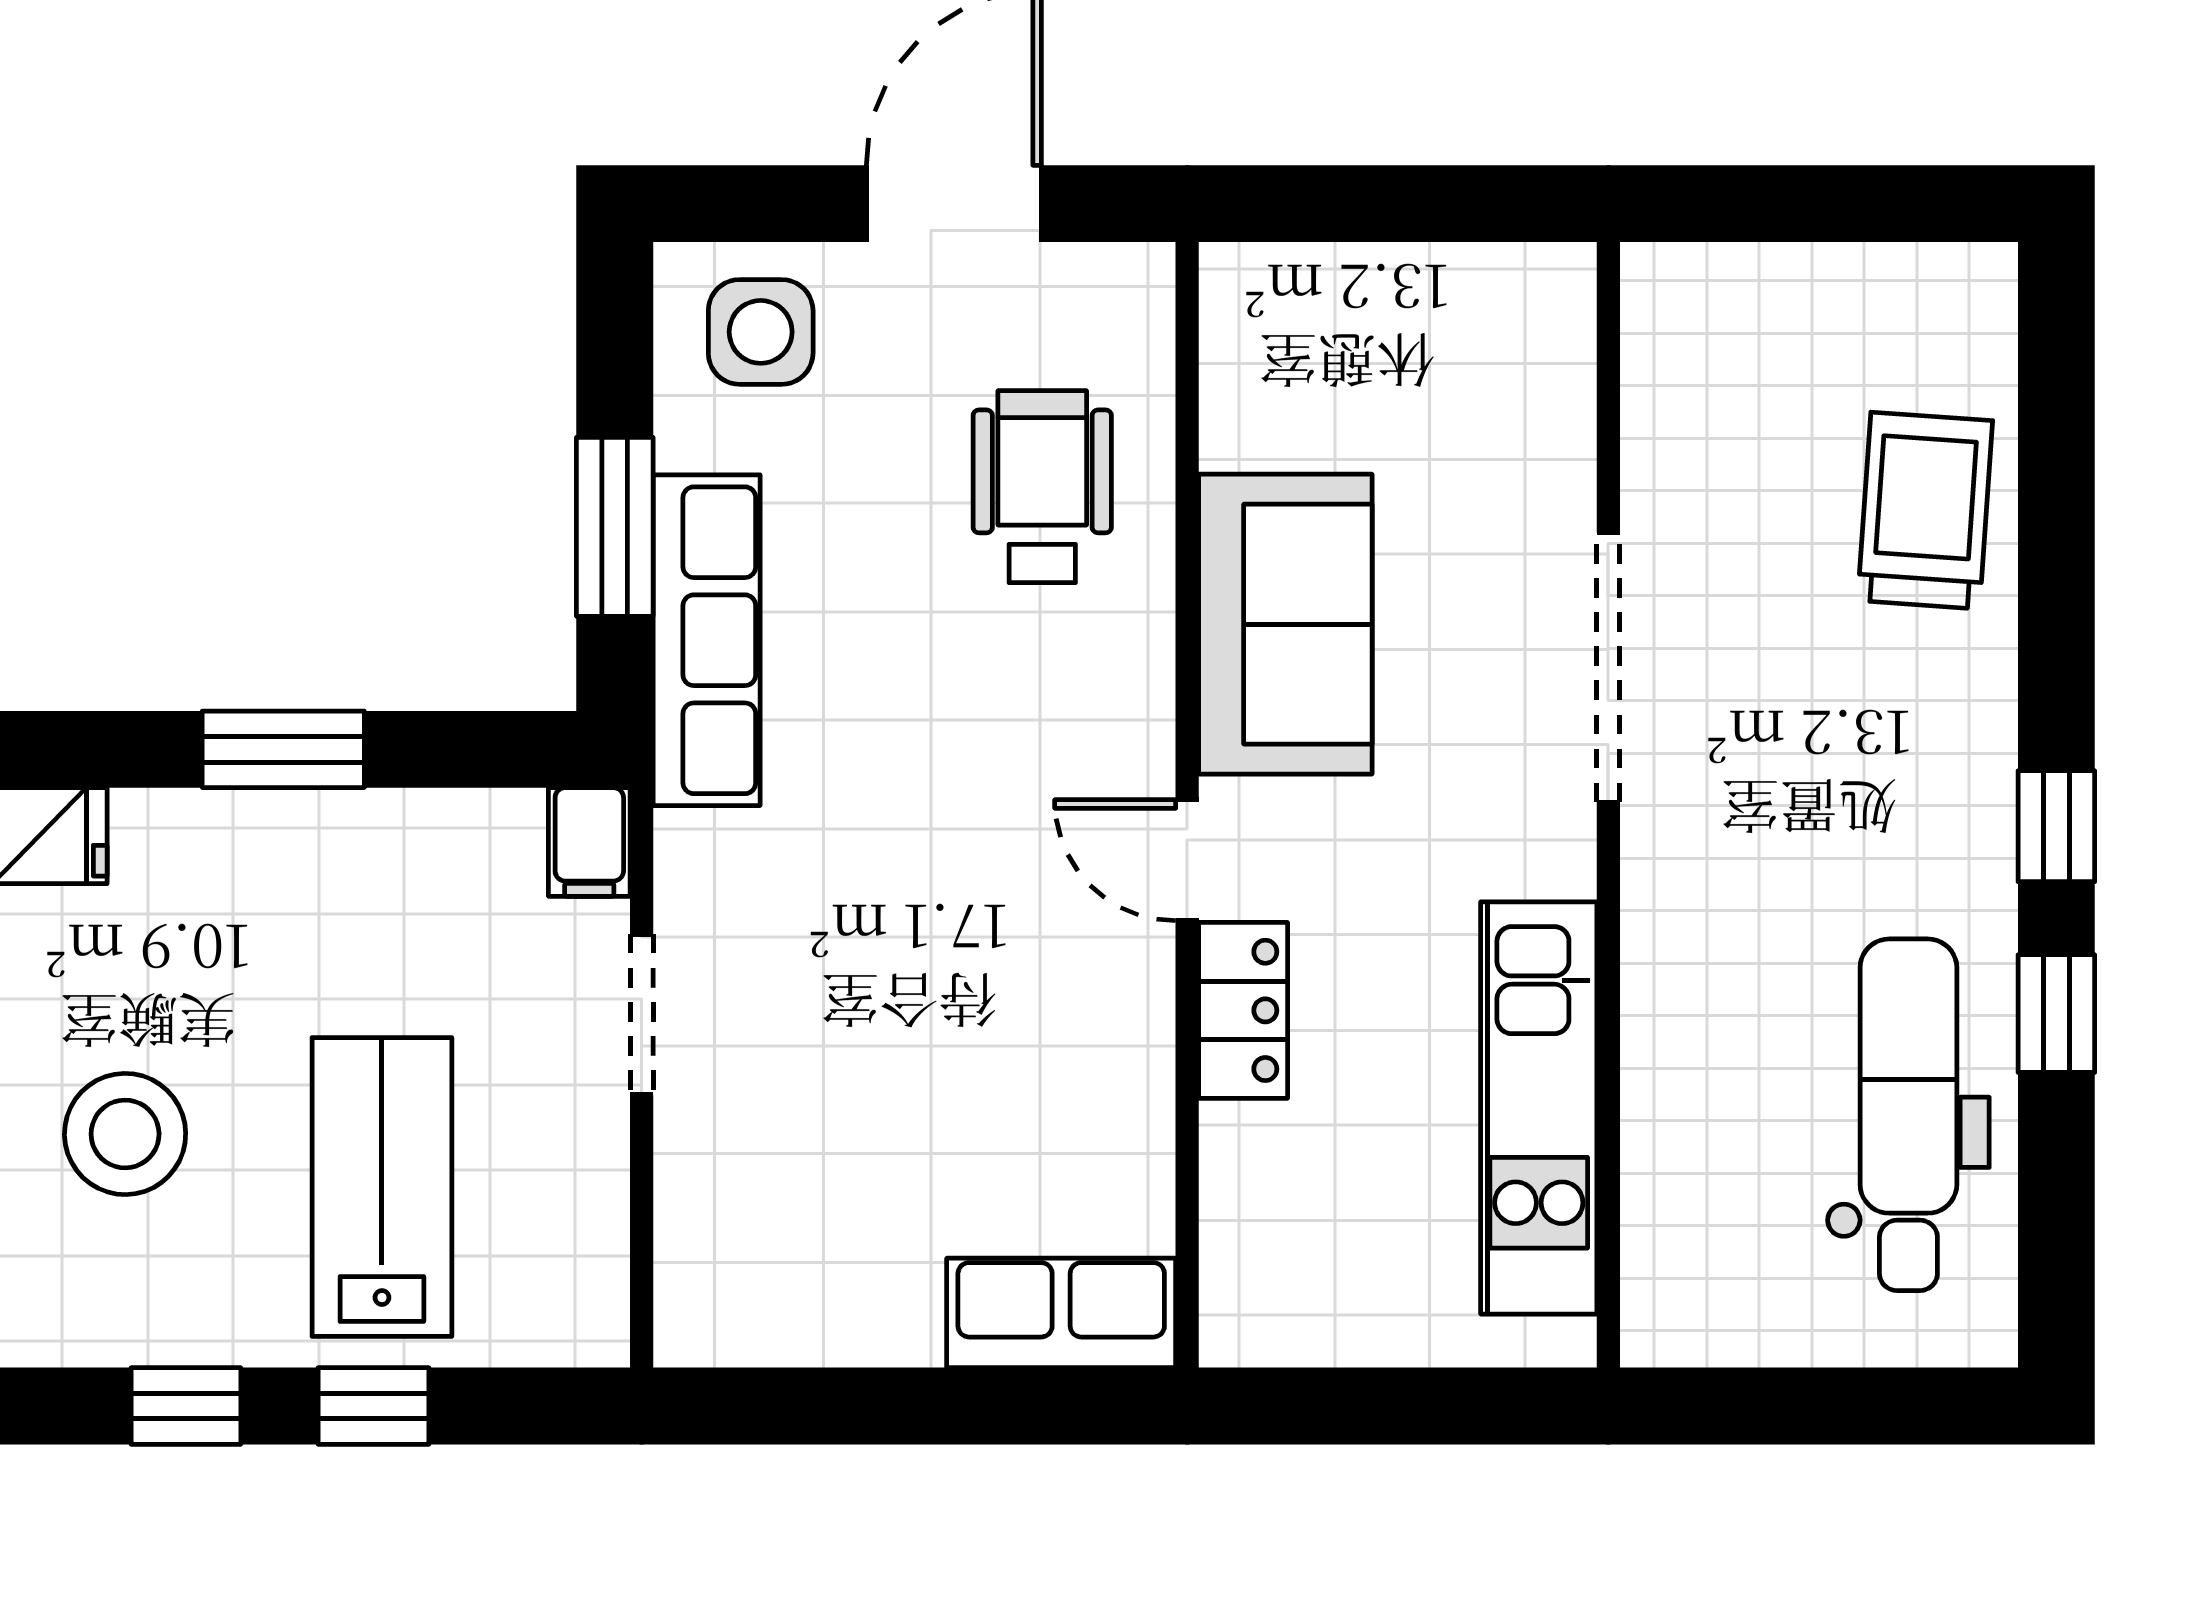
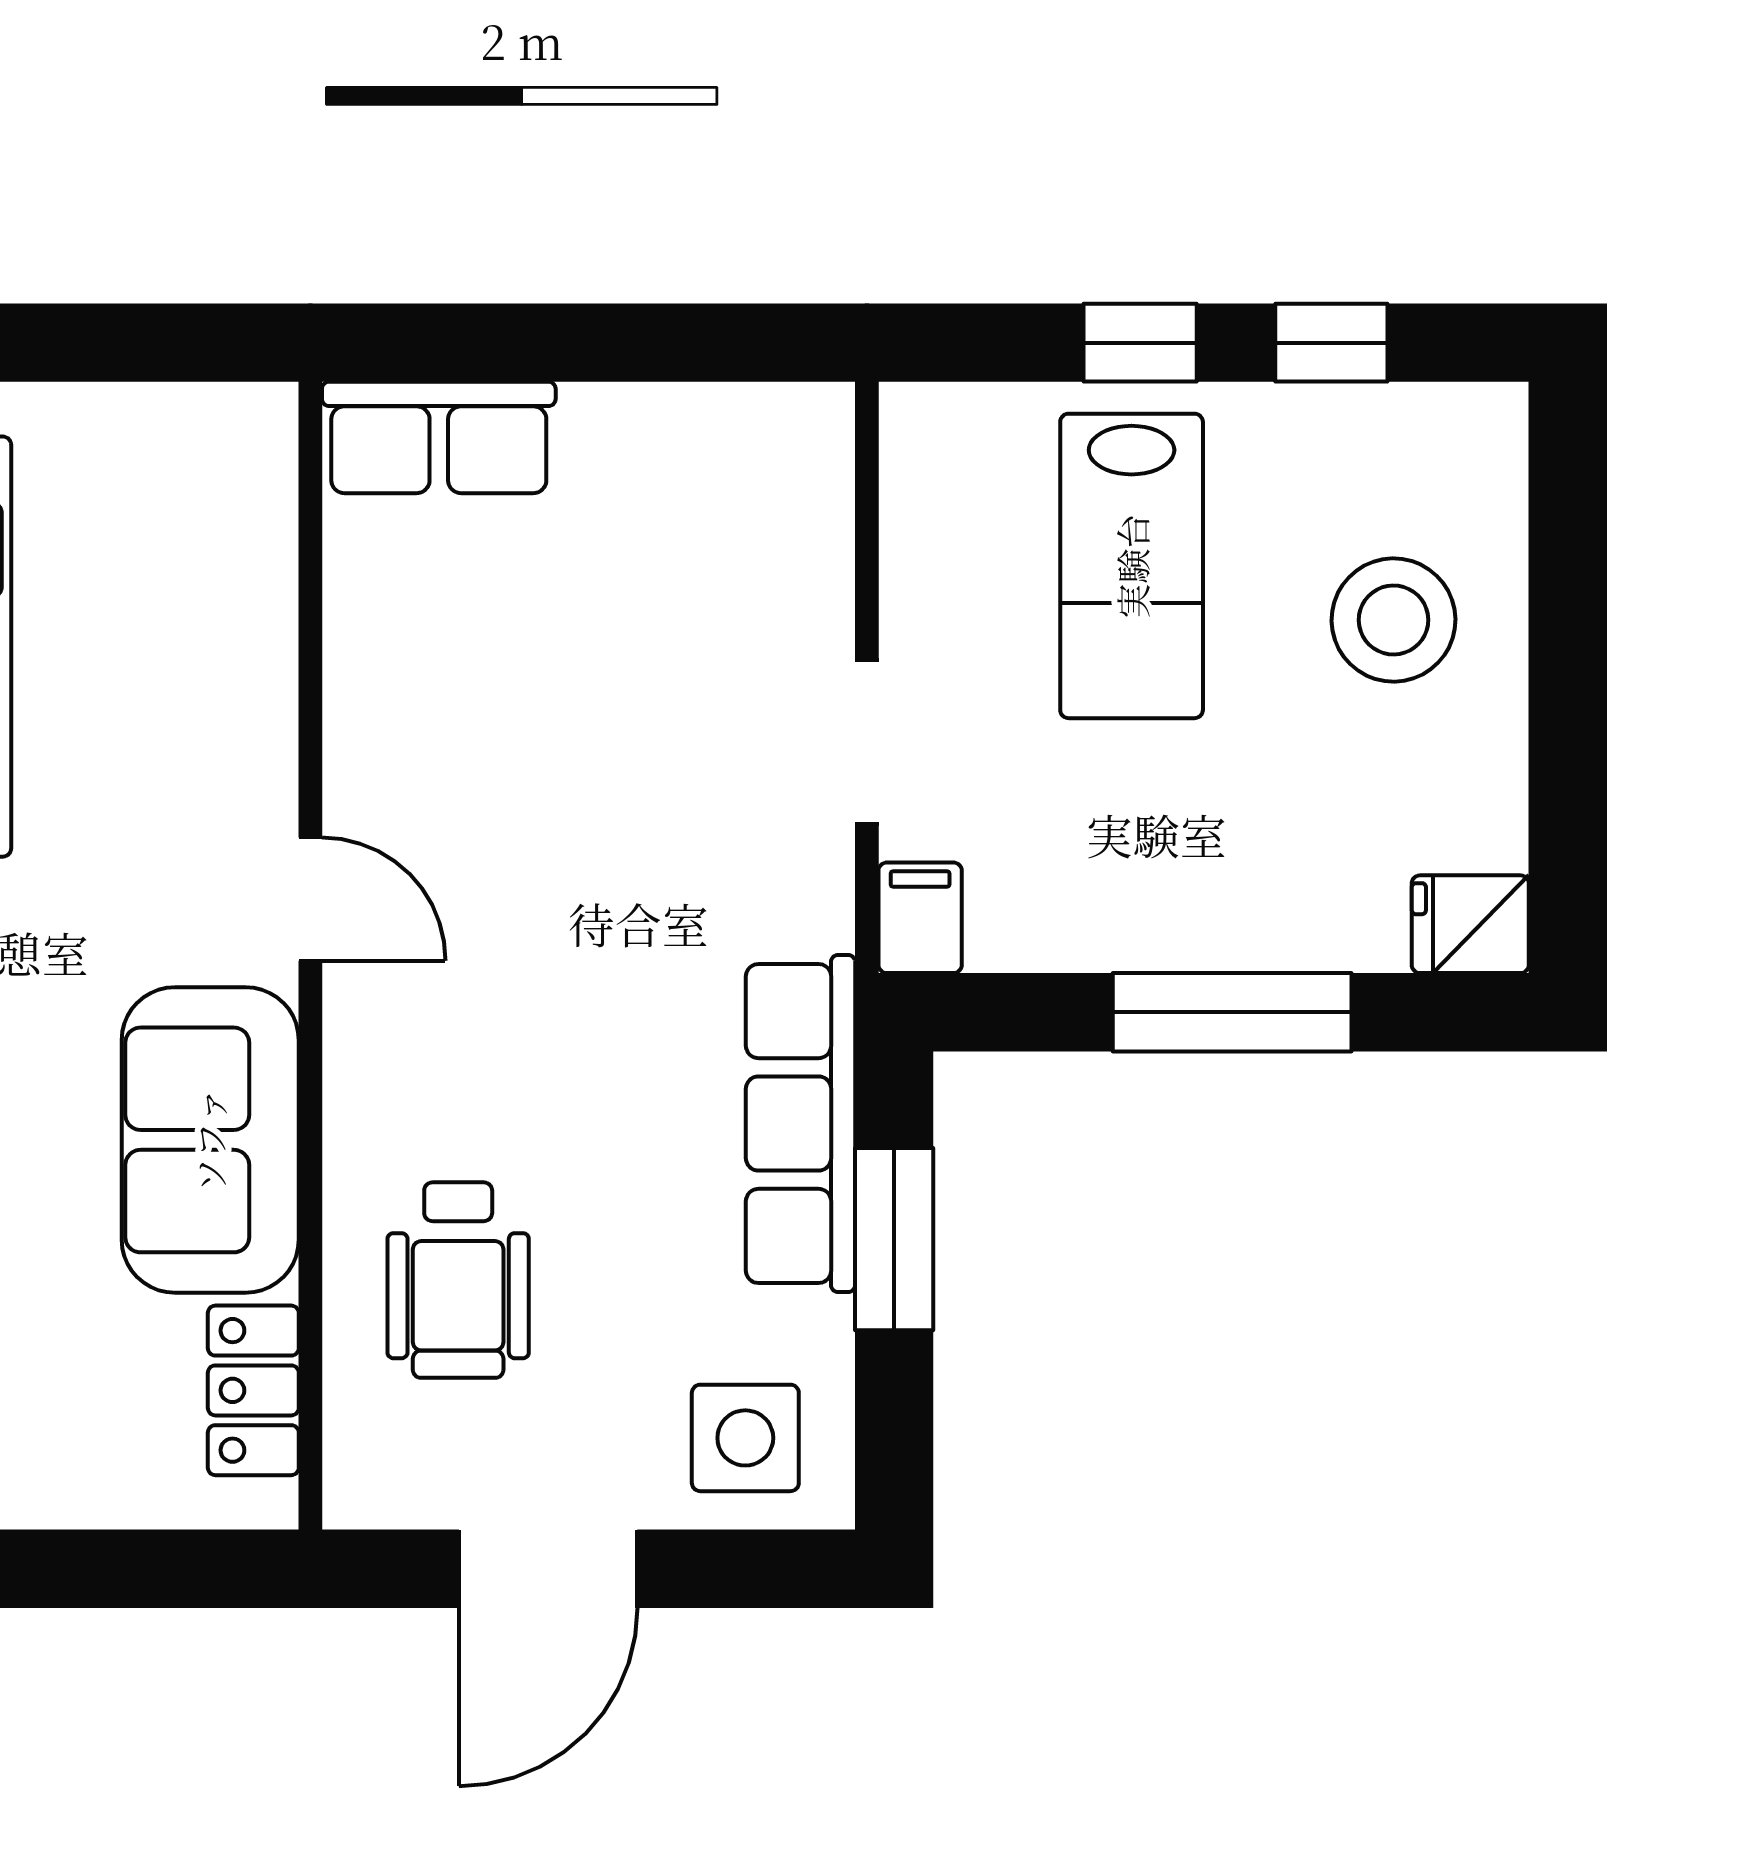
window: (283, 749) -> (1232, 1012), width x1.44
locker: (1243, 1010) -> (253, 1390), moved

